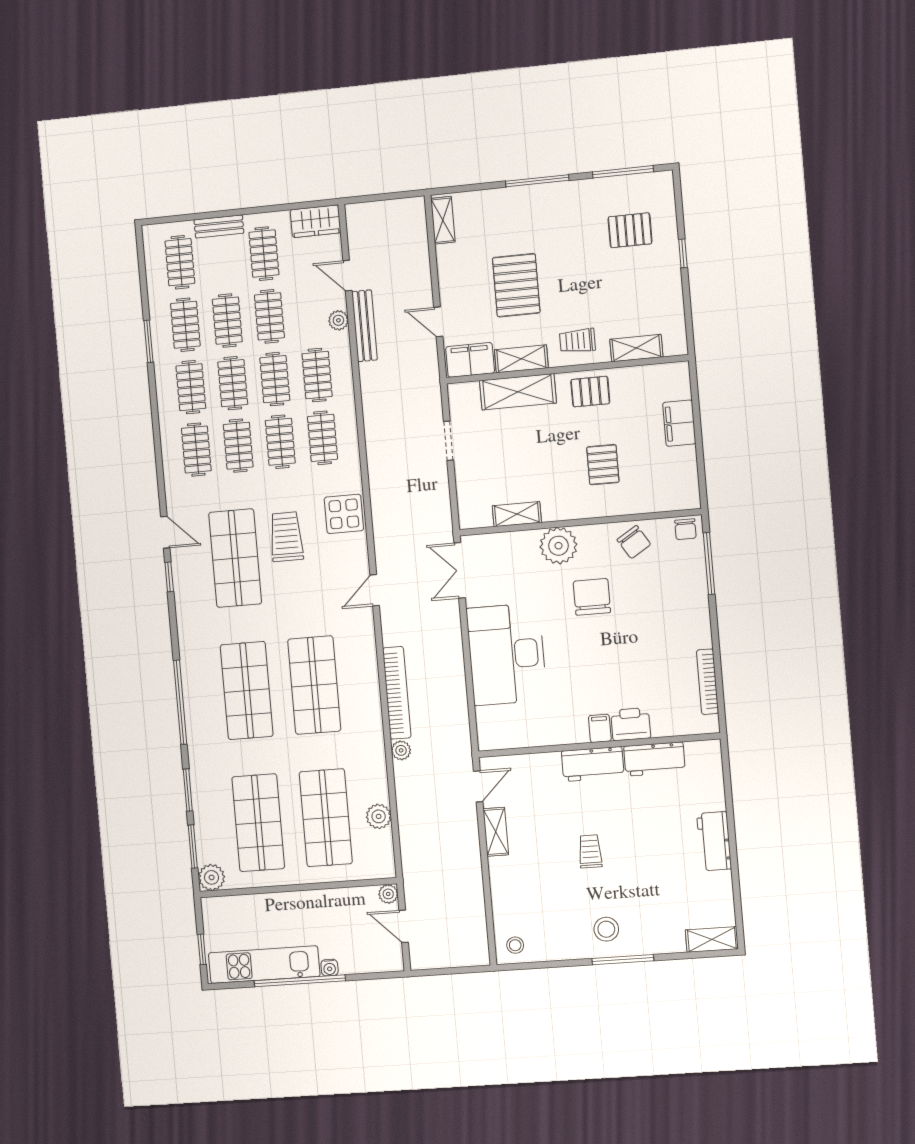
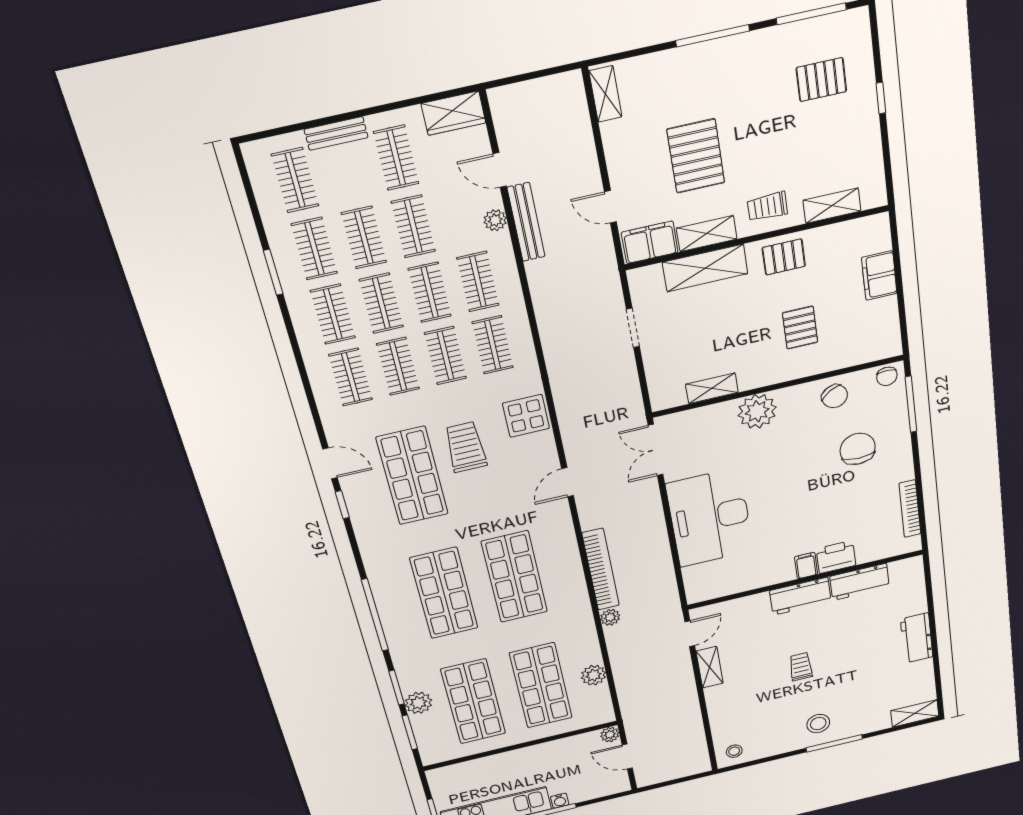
chair: (592, 597) -> (858, 449), moved
plant: (212, 877) -> (418, 703), moved

